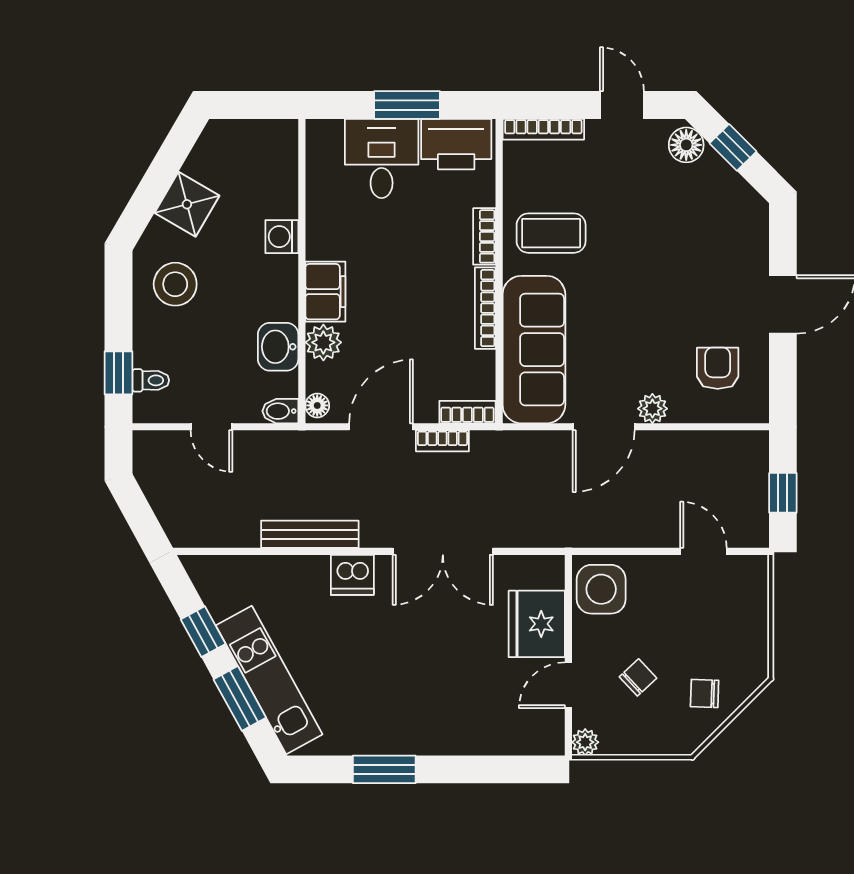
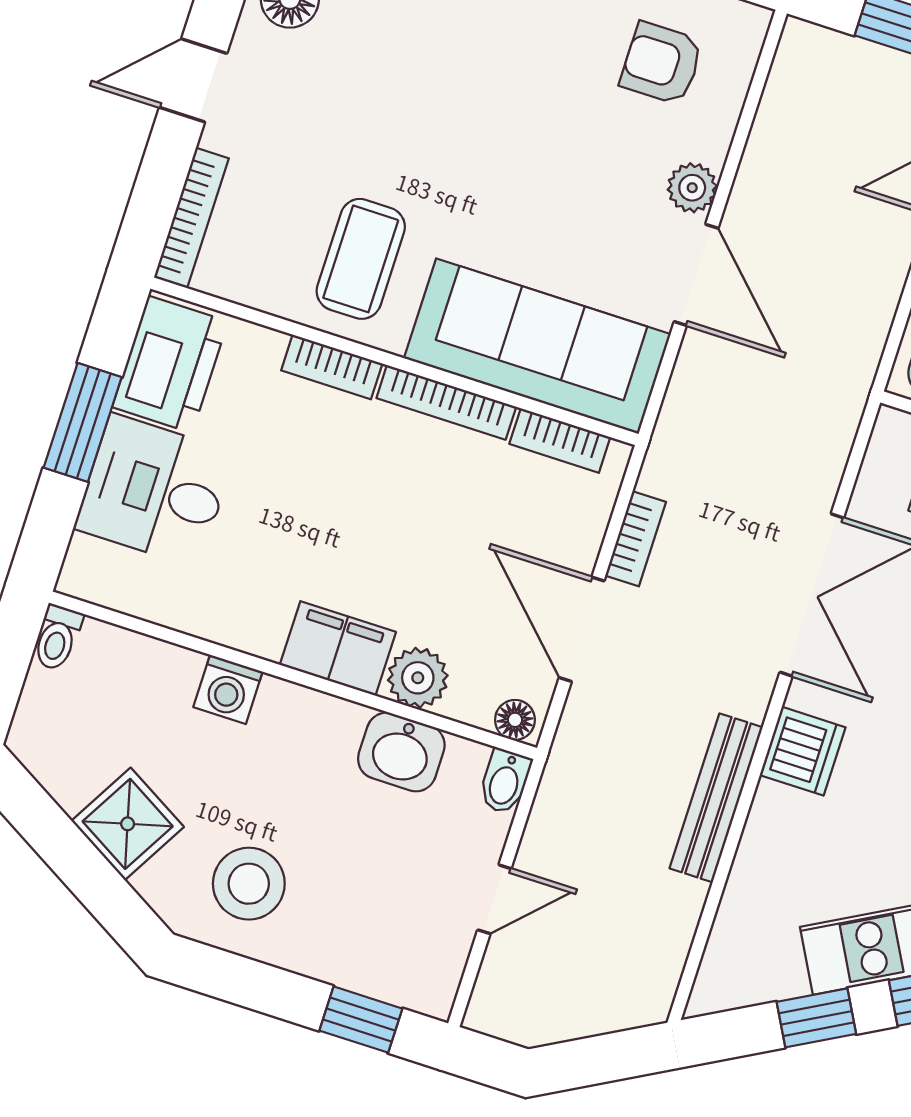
toilet: (151, 380) -> (57, 638), moved, turned 180
bookcase: (467, 412) -> (560, 441), moved, turned -90

